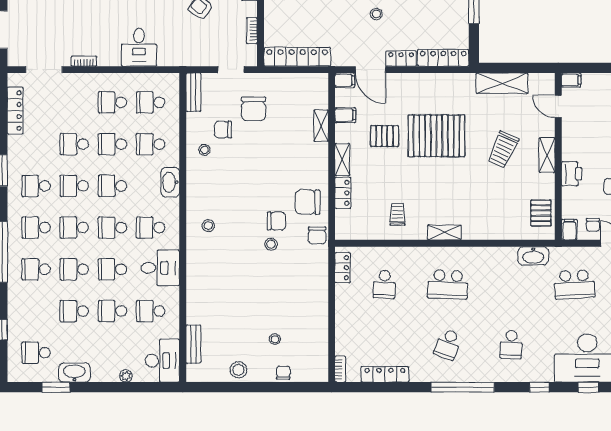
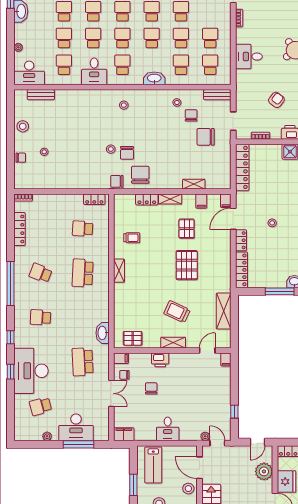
pallet: (436, 136) -> (187, 265), width x0.73, depth x0.71

